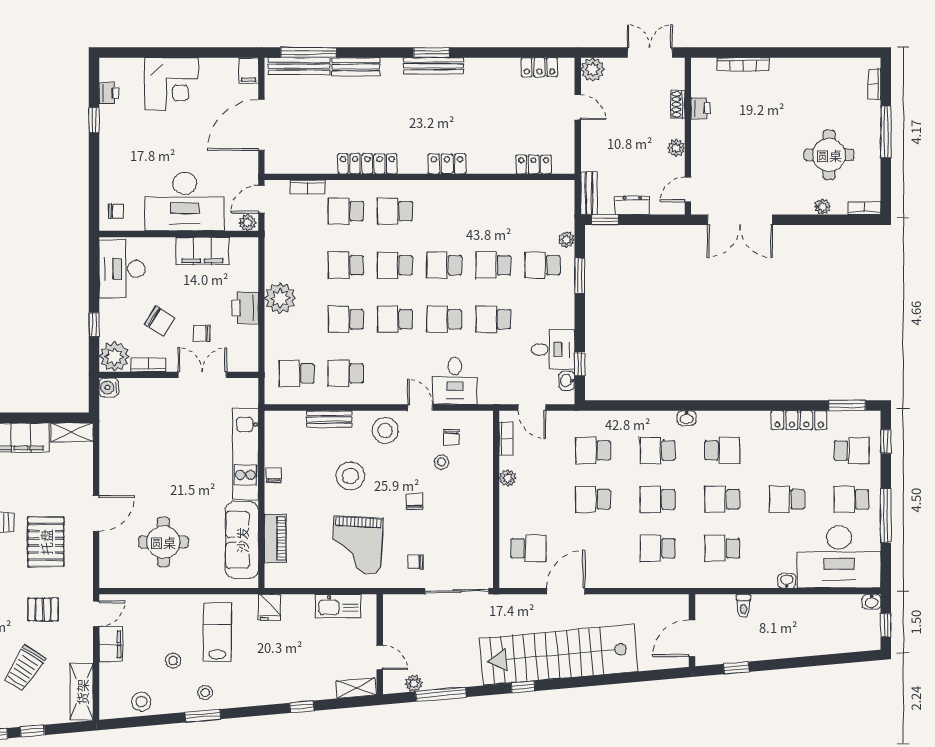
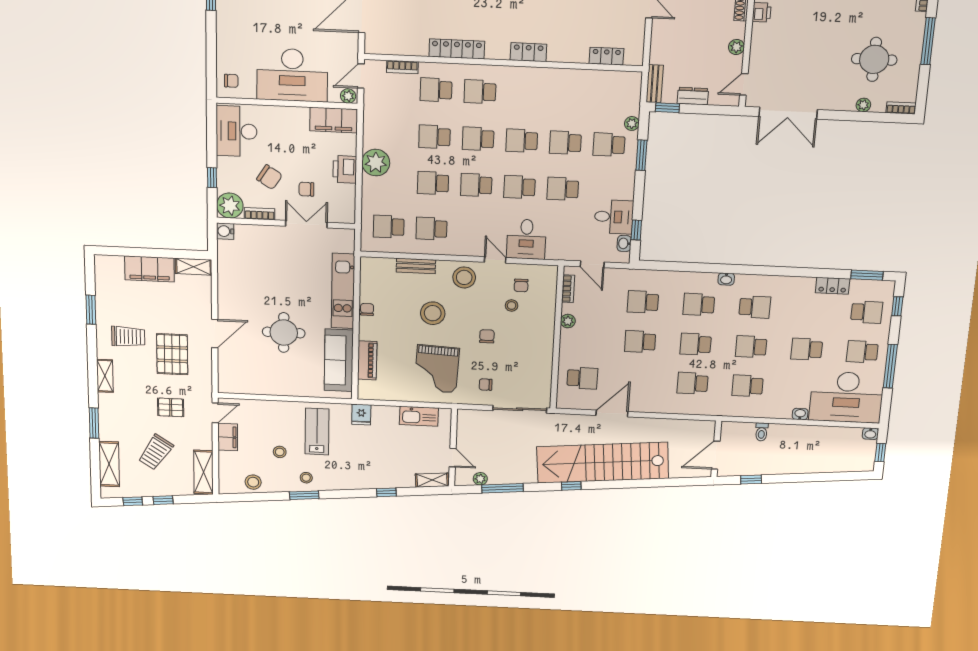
filing cabinet: (202, 251) -> (334, 120), moved
locker: (799, 420) -> (833, 286), width x0.66
round table: (163, 542) -> (284, 333), moved

